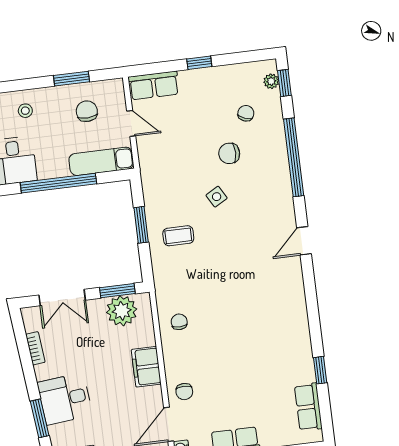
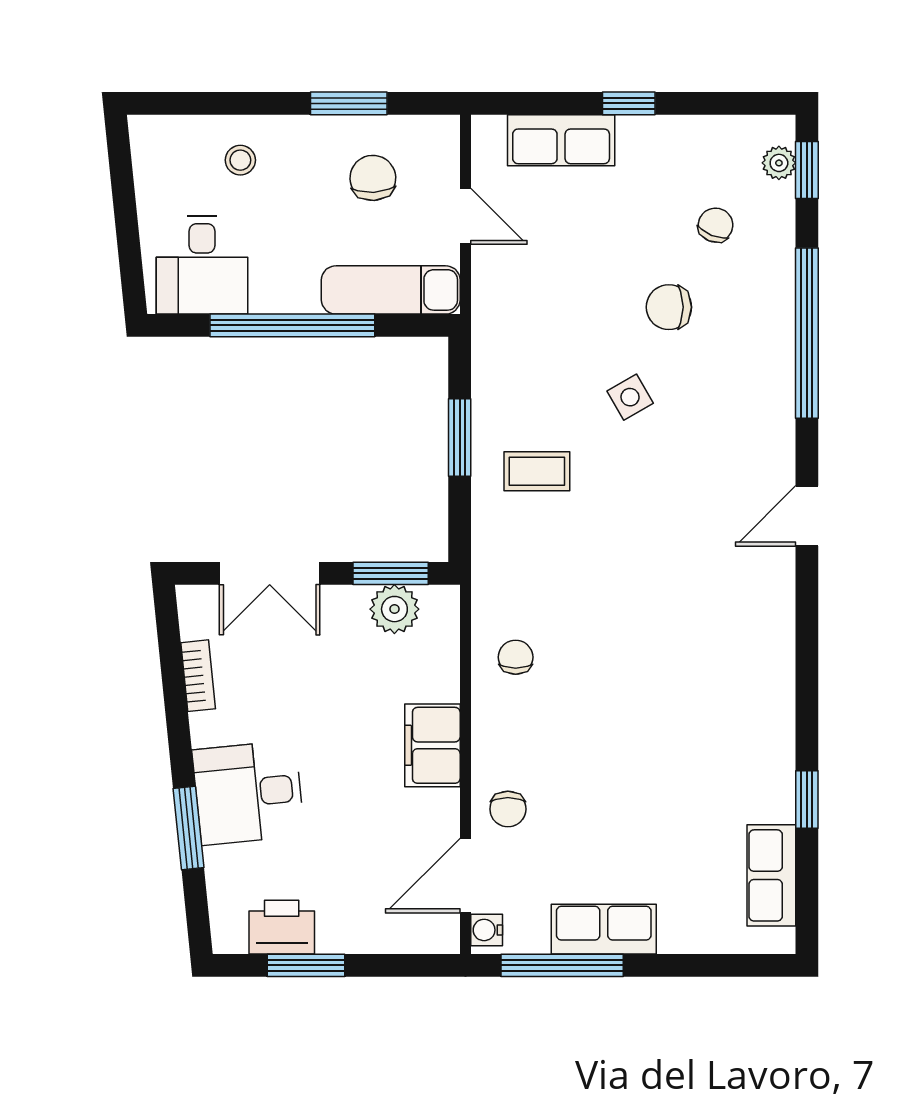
row of seats: (154, 85) -> (561, 140), moved
plant: (122, 311) -> (394, 609), width x0.73, depth x0.73

